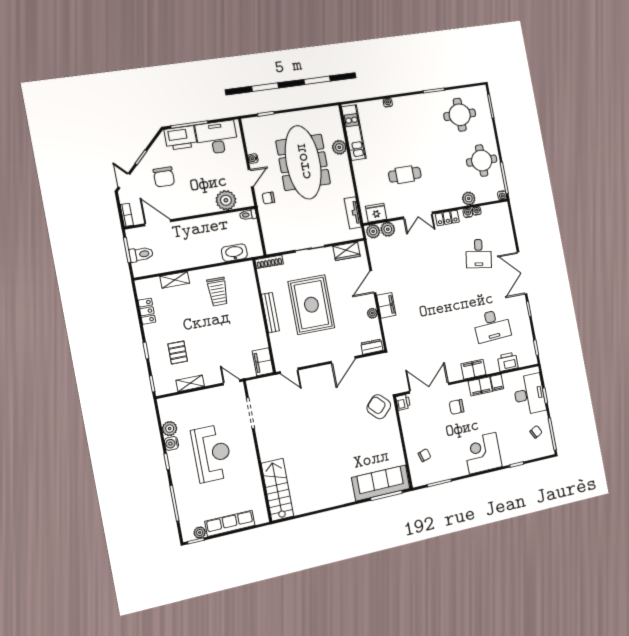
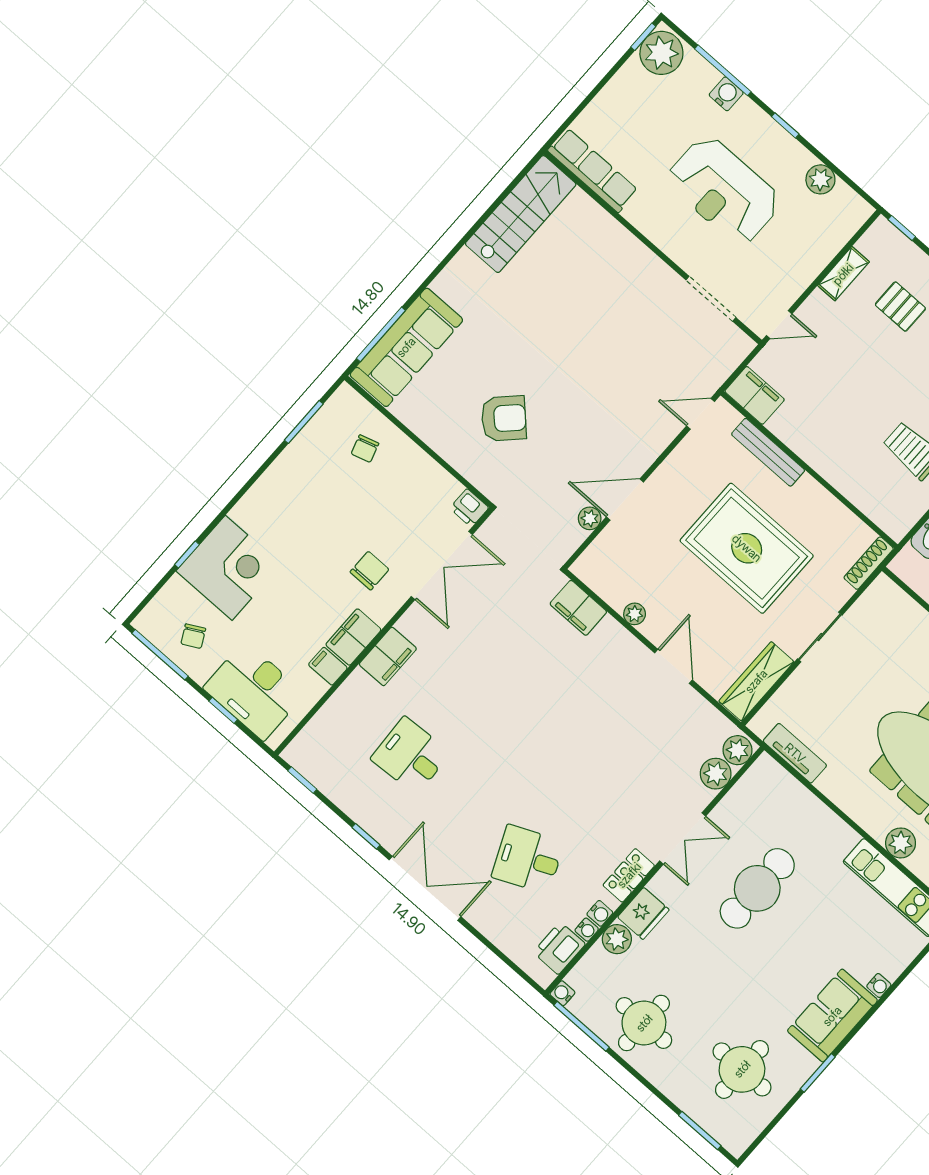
sofa: (413, 106) -> (832, 1016), added
cafe table: (405, 175) -> (757, 888), width x1.37, depth x1.35
fridge: (376, 213) -> (643, 913), moved
double door: (418, 215) -> (683, 838), swing flipped
wardrobe: (346, 251) -> (756, 681), width x1.50
desk: (479, 254) -> (528, 859), turned -33
filing cabinet: (386, 305) -> (578, 608), moved
bench: (270, 313) -> (768, 452), moved
desk: (492, 326) -> (411, 756), width x0.73
dresser: (372, 347) -> (593, 558), removed
door: (343, 360) -> (625, 500), hinge flipped
printer: (508, 362) -> (559, 948), moved, turned 180
plant: (362, 363) -> (590, 518), added
armchair: (379, 407) -> (504, 418), moved
water cooler: (171, 443) -> (726, 94), moved
corner desk: (483, 453) -> (229, 568), moved
stairs: (277, 490) -> (521, 214), moved, turned -90
row of seats: (230, 523) -> (593, 170), moved, turned -90
plant: (200, 532) -> (661, 53), width x1.87, depth x1.87

